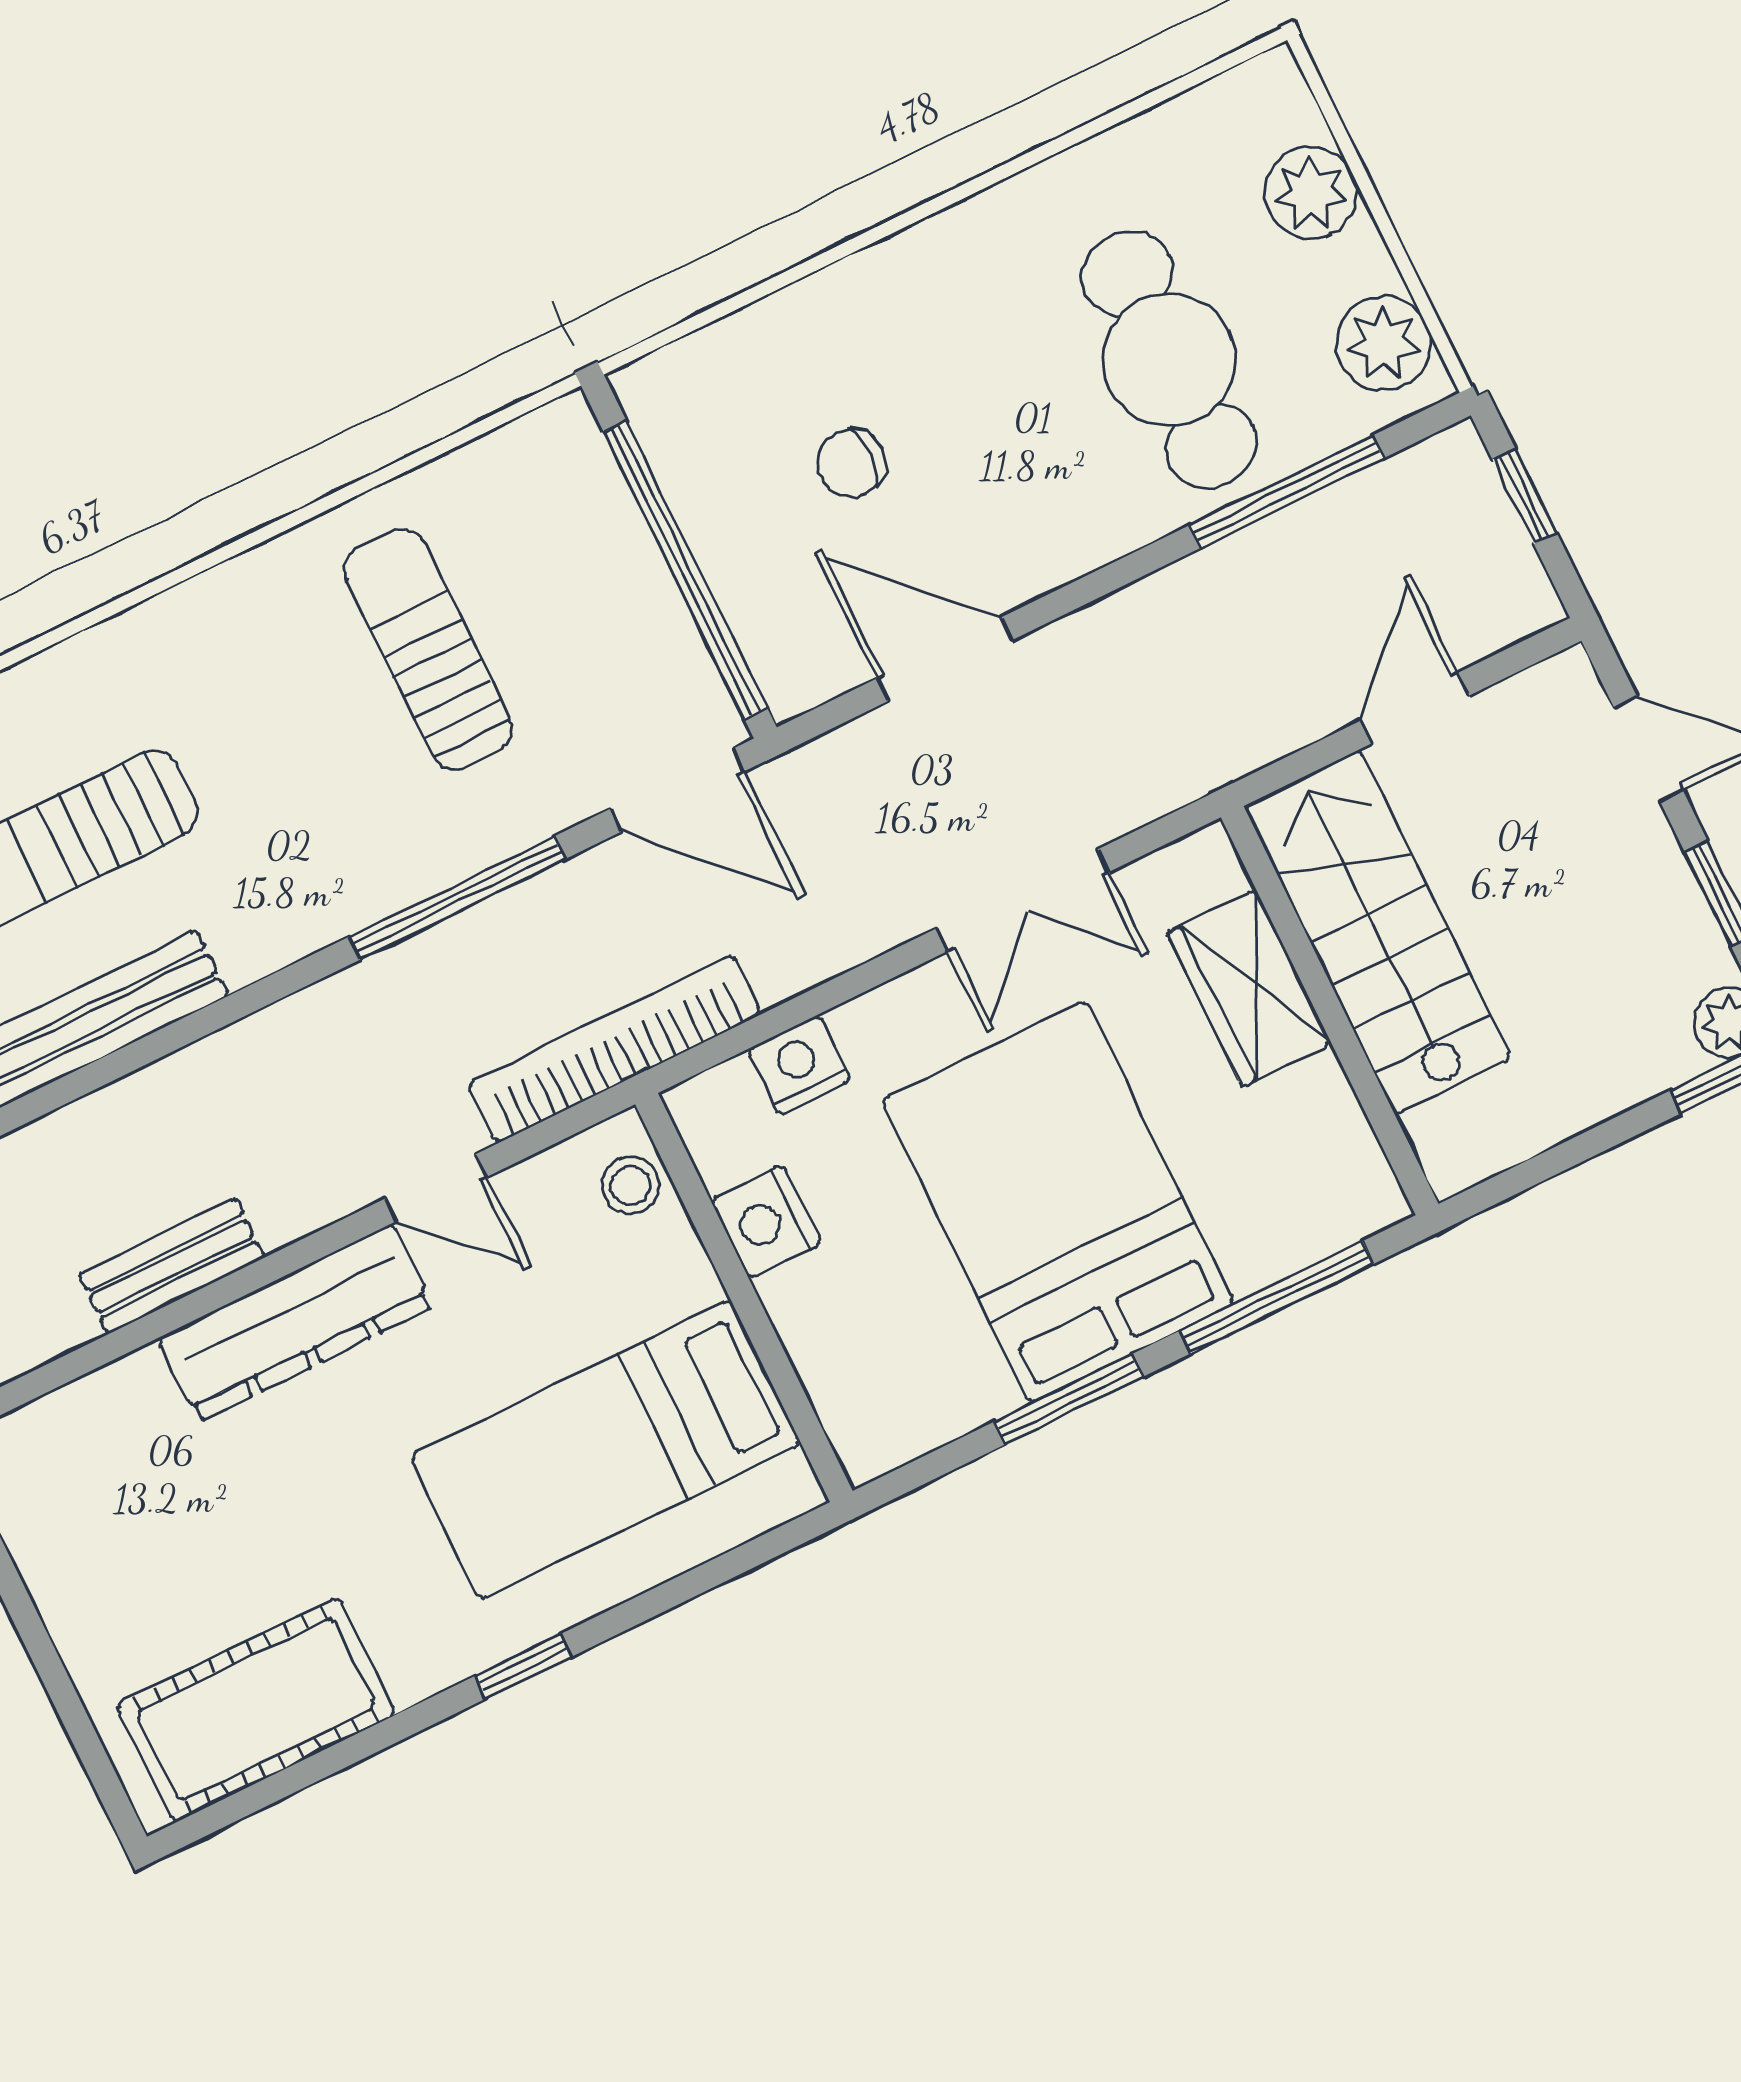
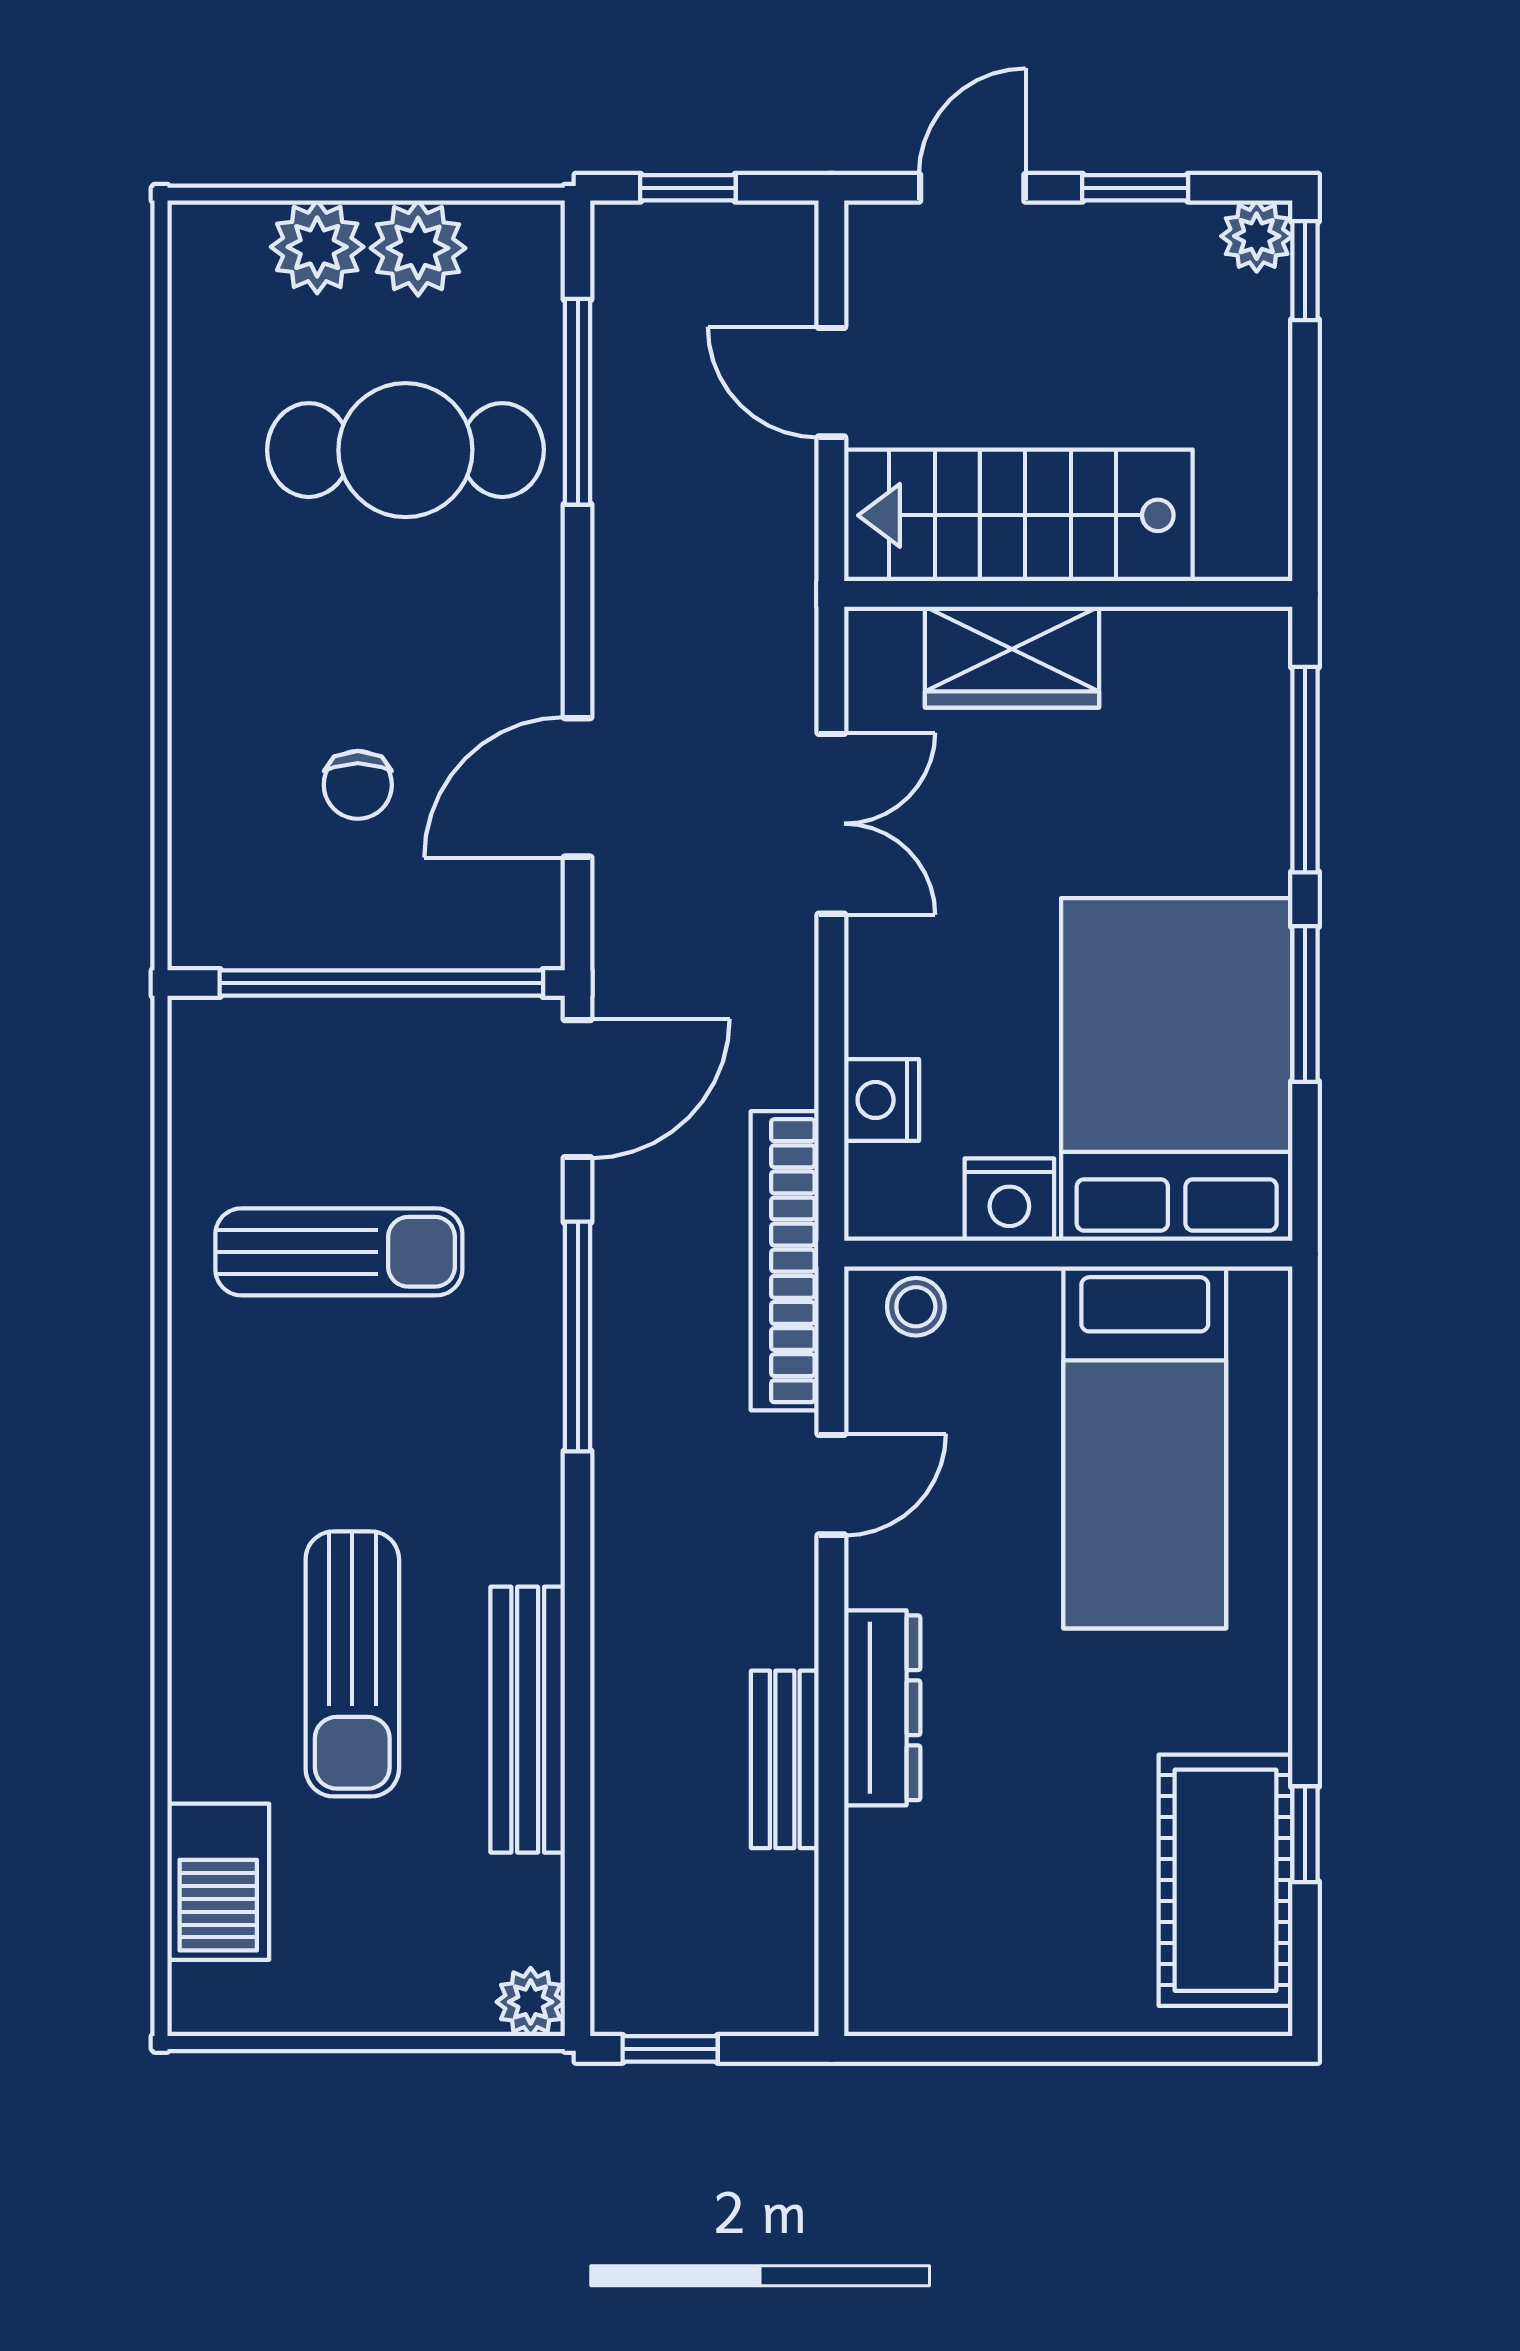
plant: (1383, 343) -> (418, 248), moved
sun lounger: (428, 649) -> (339, 1252), turned 180
bed: (1058, 1202) -> (1177, 1070), moved, turned 90
dresser: (296, 1323) -> (882, 1708), width x0.73, depth x0.80
window: (523, 1666) -> (1305, 1834), moved

